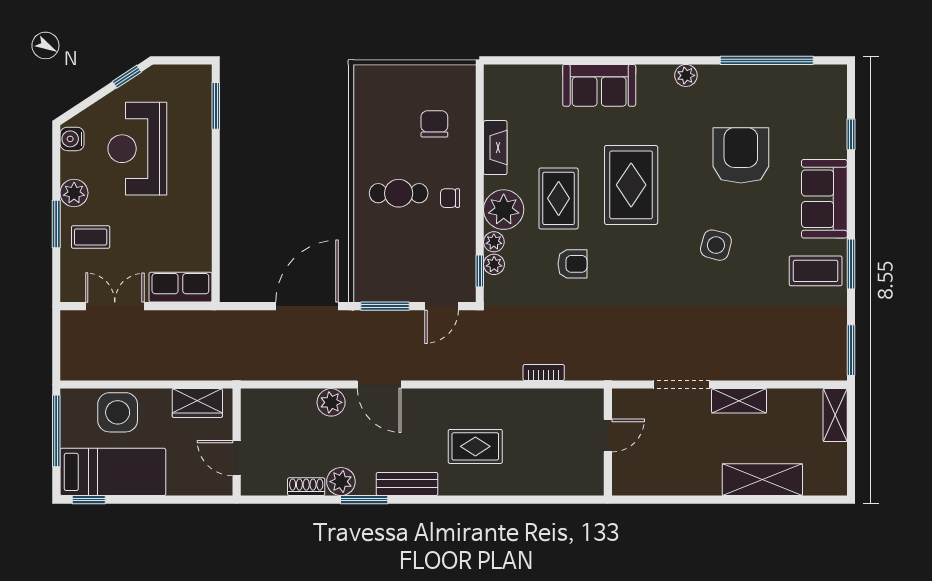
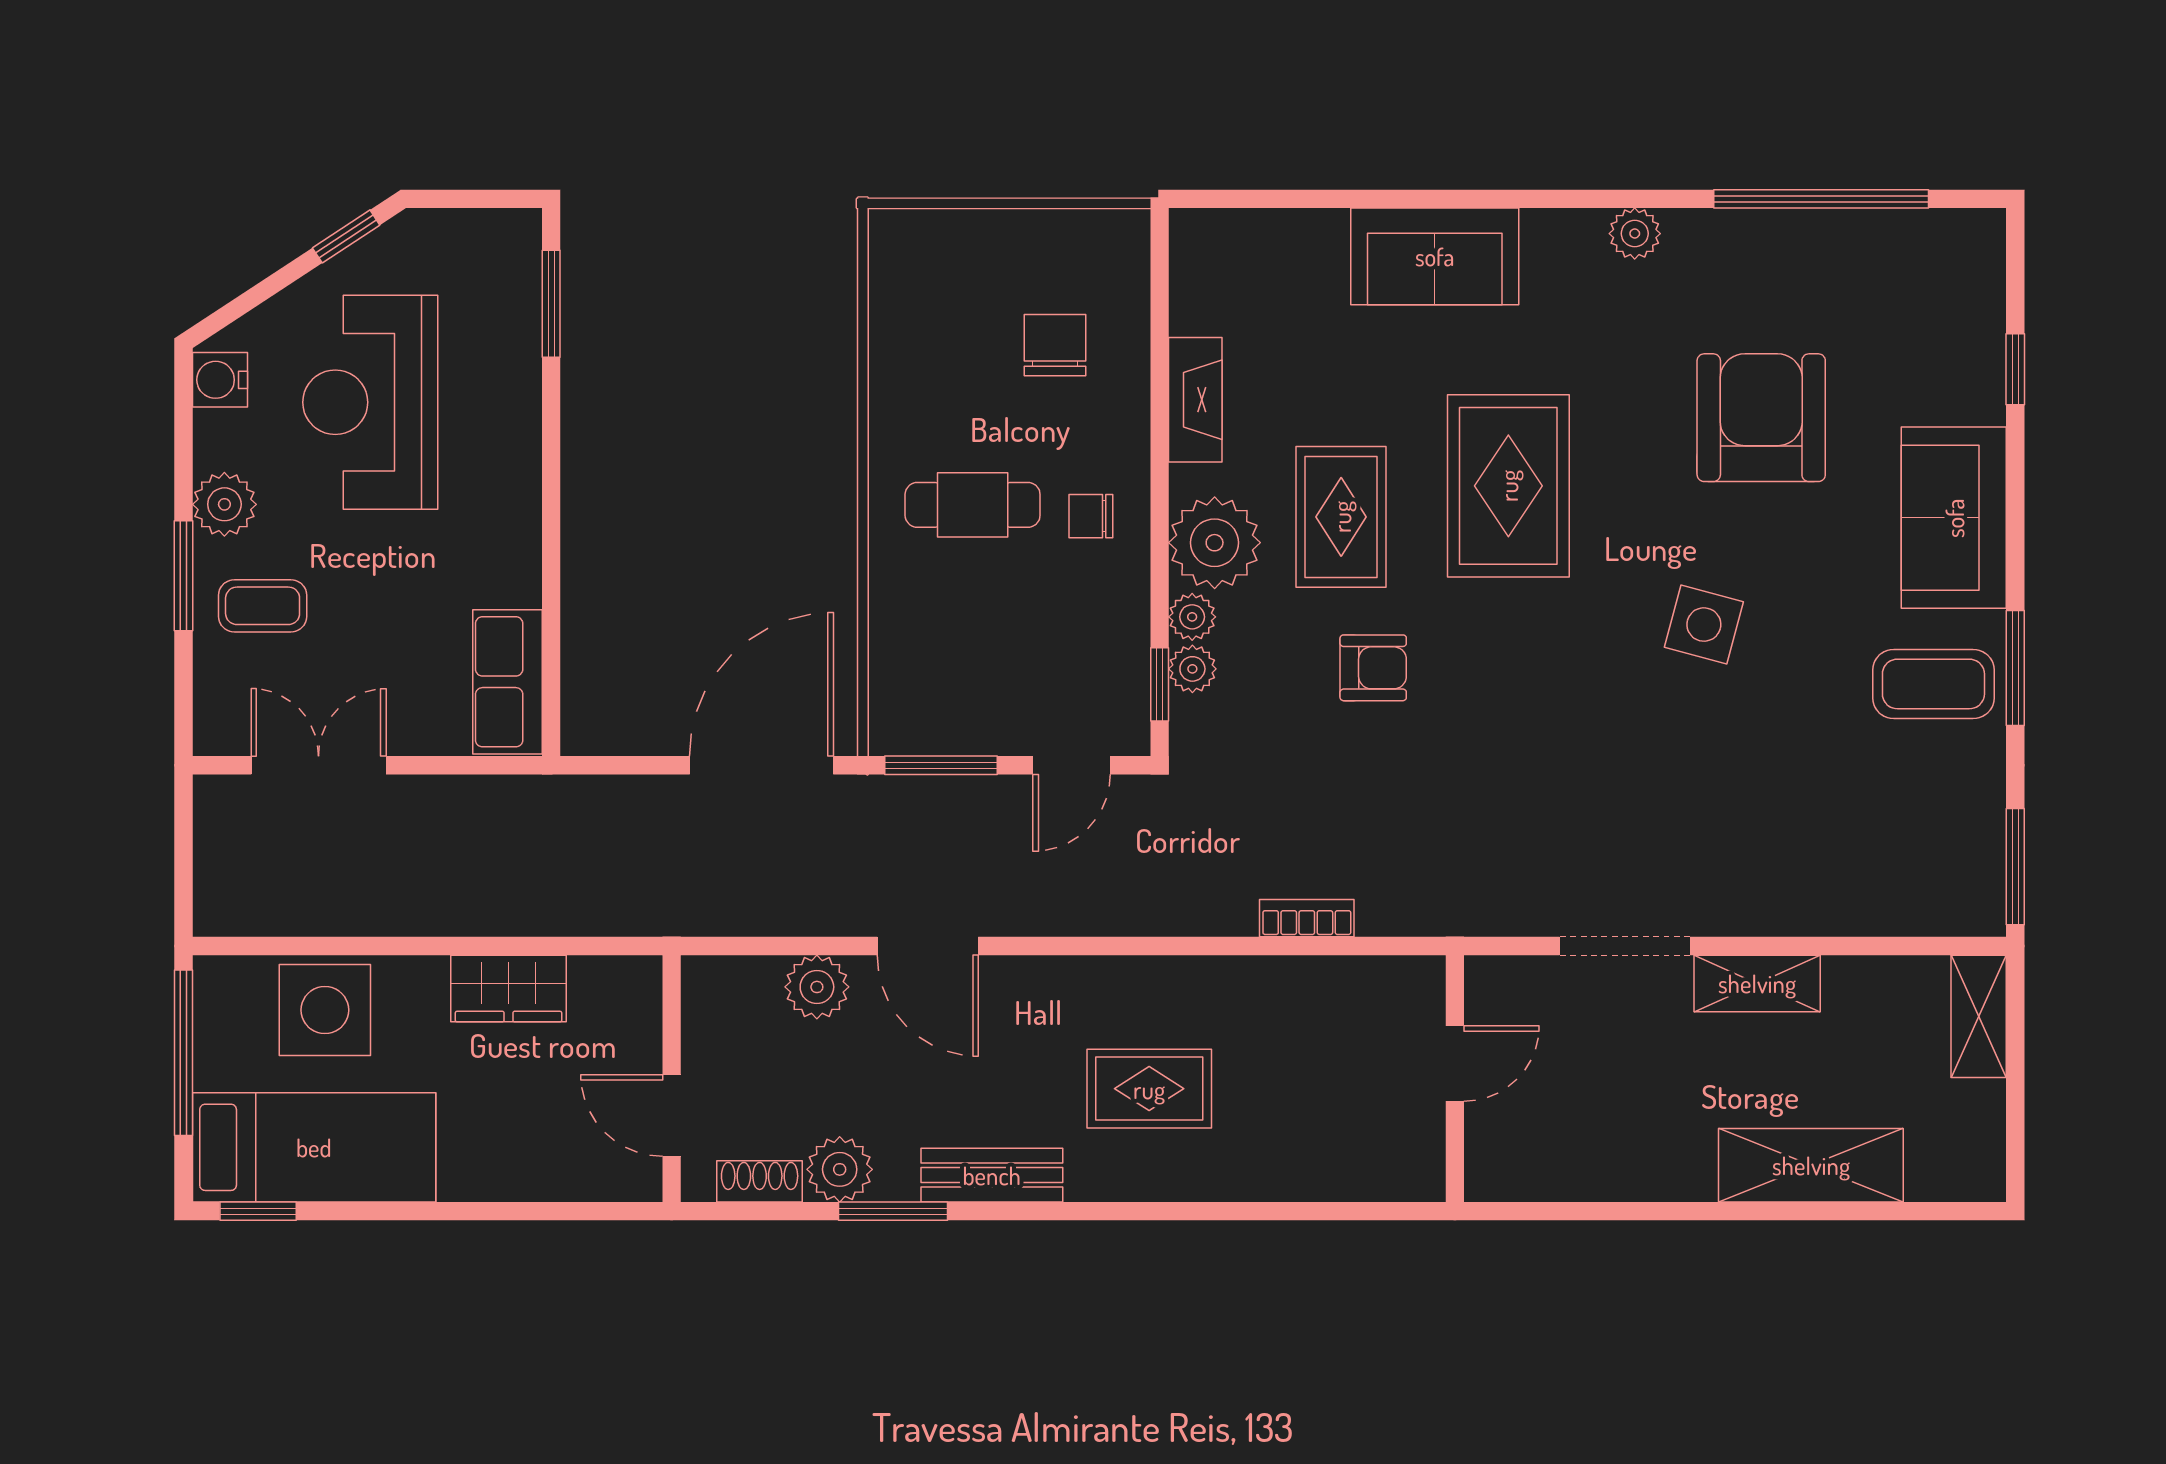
row of seats: (180, 287) -> (507, 682), moved, turned -90
wall: (237, 442) -> (672, 1079), moved
door: (237, 458) -> (672, 1115), moved

